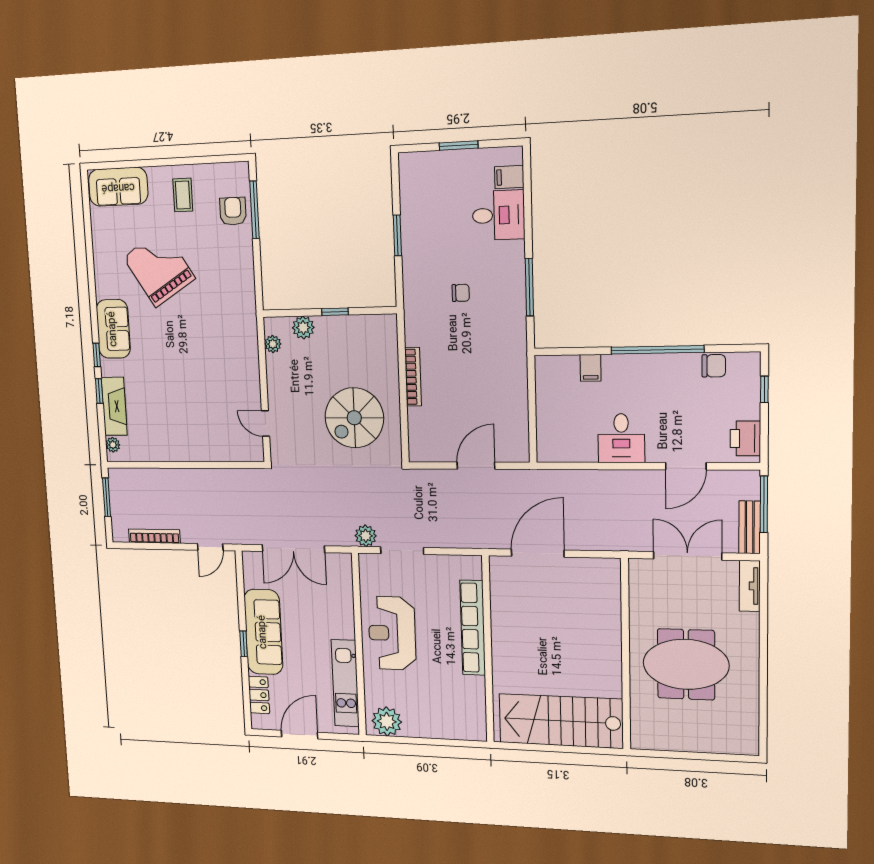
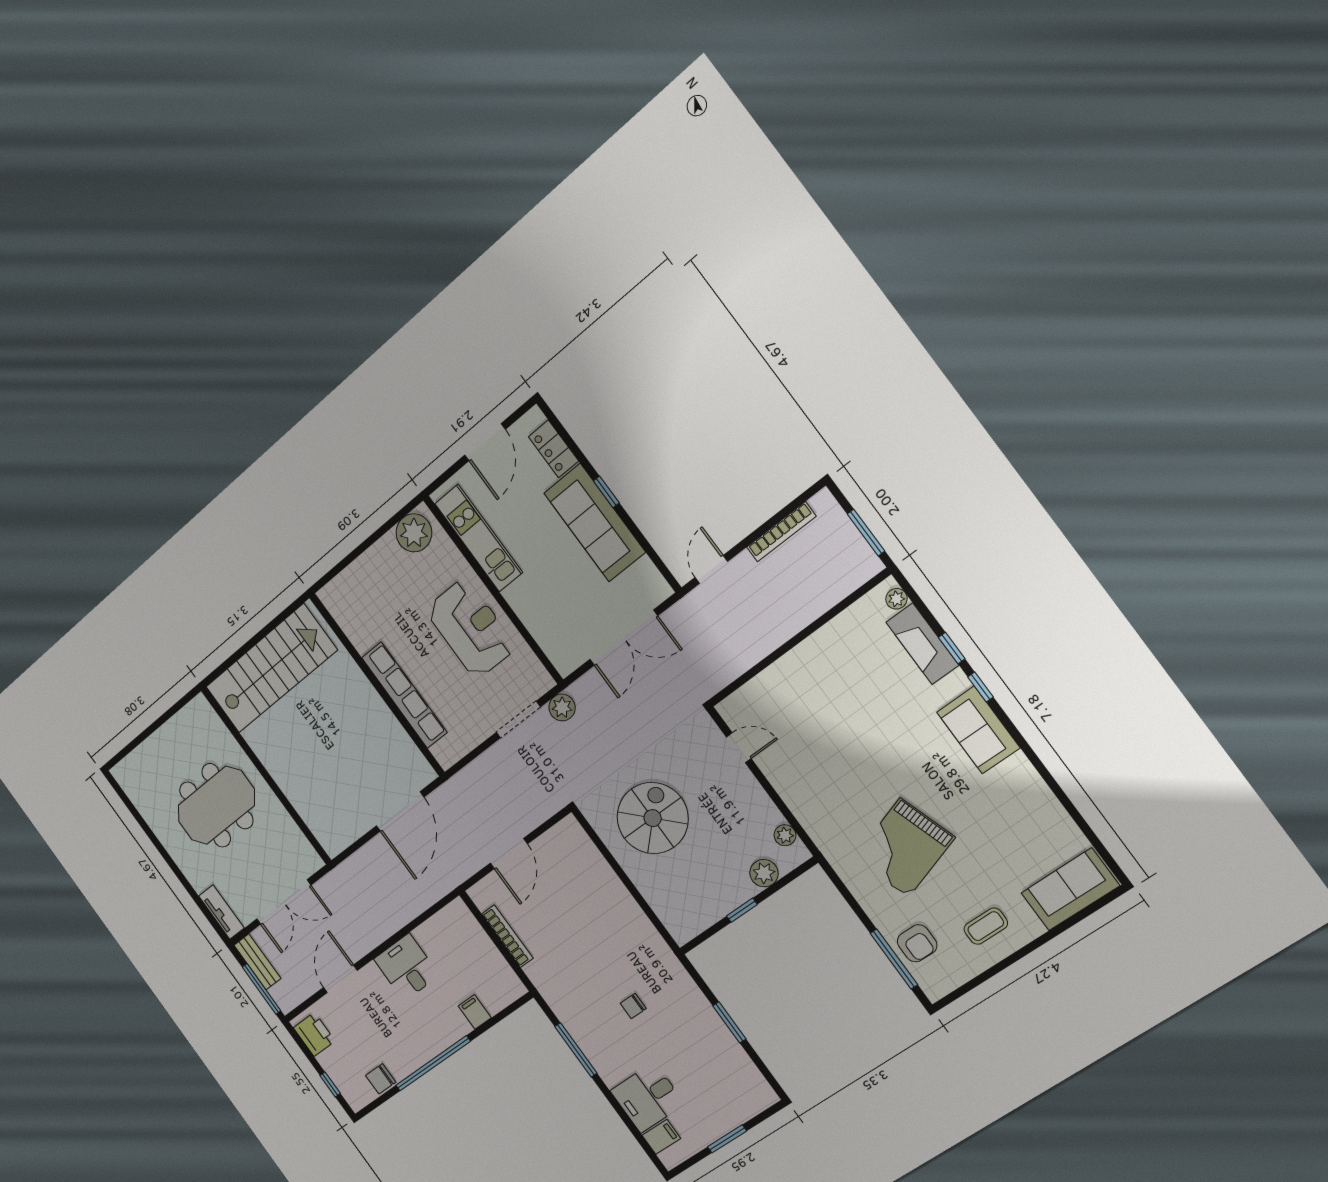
coffee table: (183, 195) -> (986, 926), turned 90
grand piano: (159, 268) -> (904, 848), moved, turned 104
bookcase: (413, 377) -> (507, 936), moved, turned 180
double door: (293, 549) -> (624, 638), swing flipped

